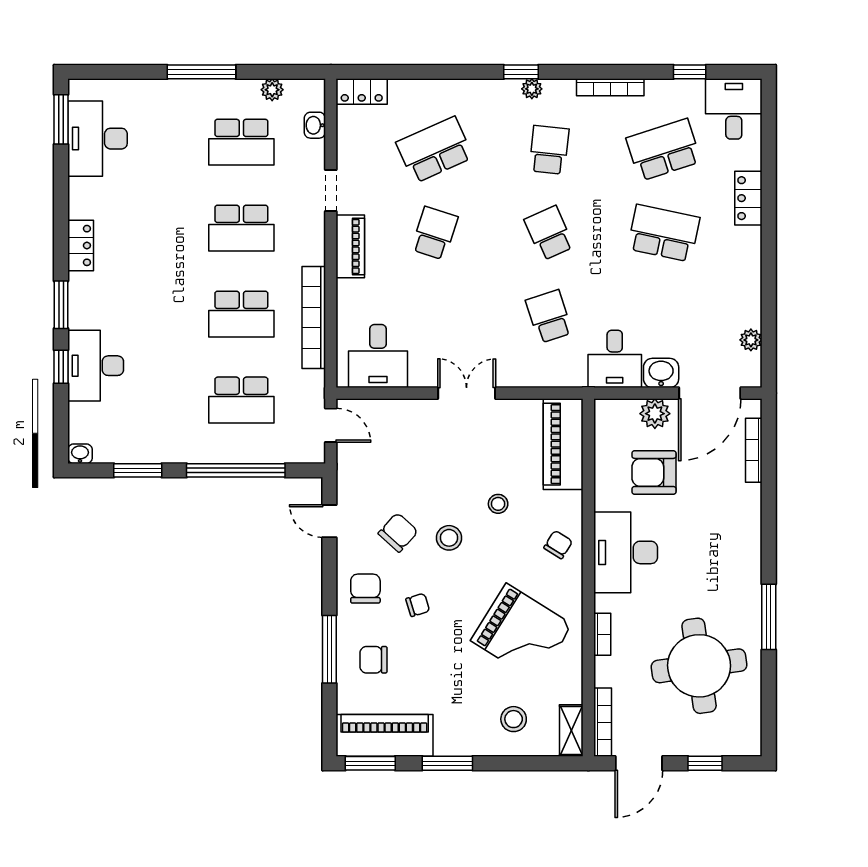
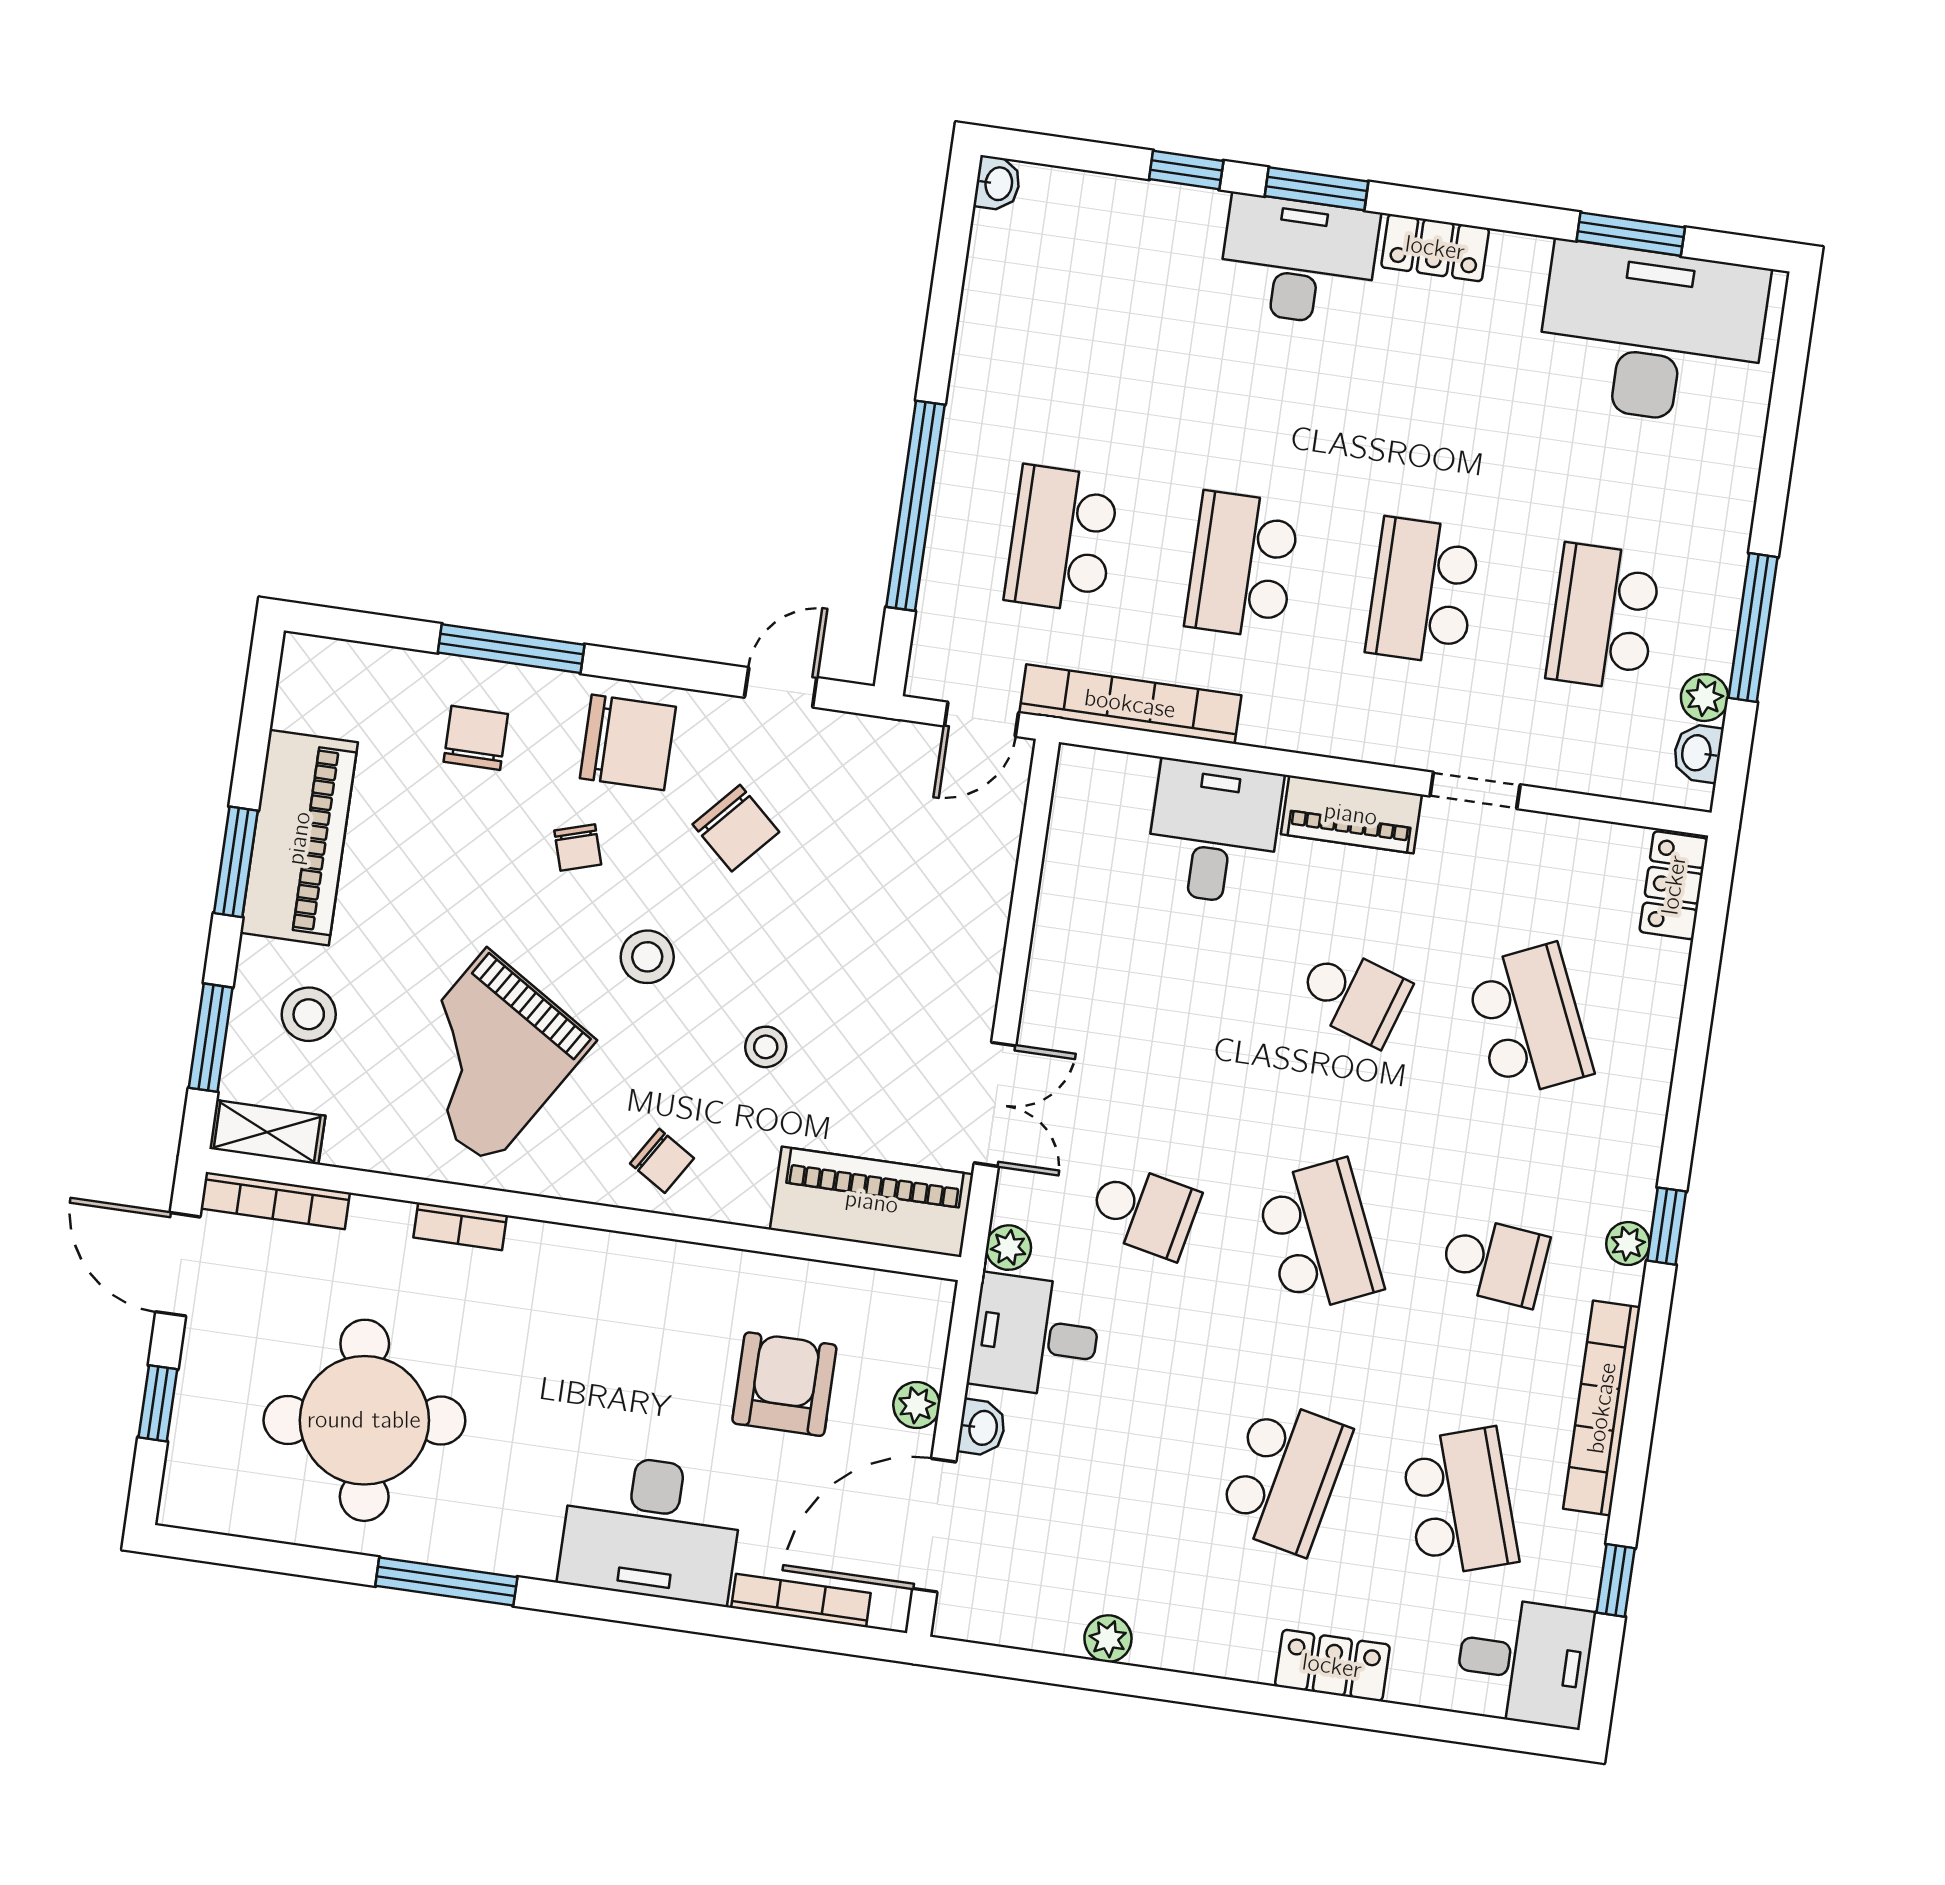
window: (202, 72) -> (1753, 627), moved
bookcase: (610, 87) -> (1602, 1408), width x1.48, depth x1.31
window: (61, 119) -> (1631, 234), moved
washbasin: (315, 125) -> (1698, 753), moved, turned -90
desk: (98, 139) -> (1652, 334), width x1.36, depth x1.30
school desk: (549, 233) -> (1319, 1236), width x1.85
school desk: (549, 316) -> (1144, 1211), turned 30
bookcase: (314, 318) -> (1130, 704), moved
plant: (751, 340) -> (1108, 1639), moved
desk: (378, 356) -> (1214, 832), moved, turned 90
desk: (96, 366) -> (1298, 260), moved
washbasin: (661, 373) -> (982, 1428), width x0.72, depth x0.69
plant: (575, 377) -> (1009, 1248), added
double door: (467, 393) -> (995, 1104), moved
door: (710, 393) -> (934, 1525), hinge flipped
plant: (655, 414) -> (917, 1405), width x0.73, depth x0.73
window: (138, 470) -> (945, 300), removed
stool: (449, 538) -> (647, 957), moved
desk: (626, 552) -> (651, 1528), moved, turned 180
chair: (365, 589) -> (628, 742), width x1.37, depth x1.37
piano: (385, 735) -> (299, 838), moved
window: (370, 763) -> (211, 1038), moved

